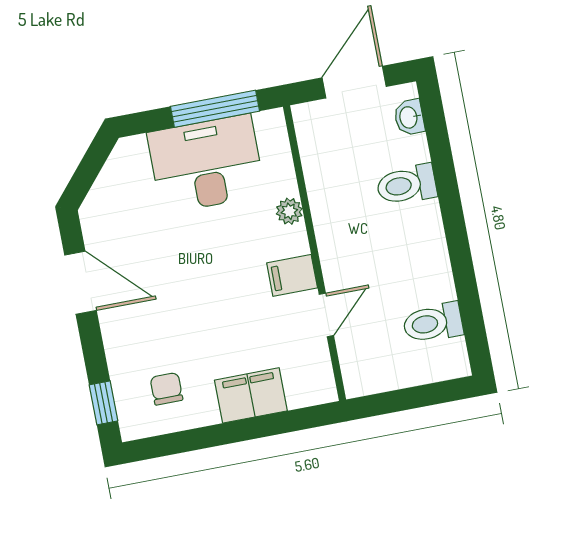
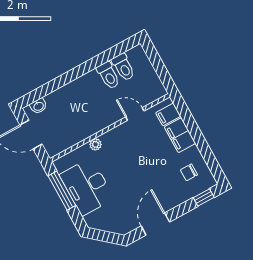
toilet: (407, 185) -> (108, 75), moved
filing cabinet: (292, 275) -> (168, 114), moved, turned 90

